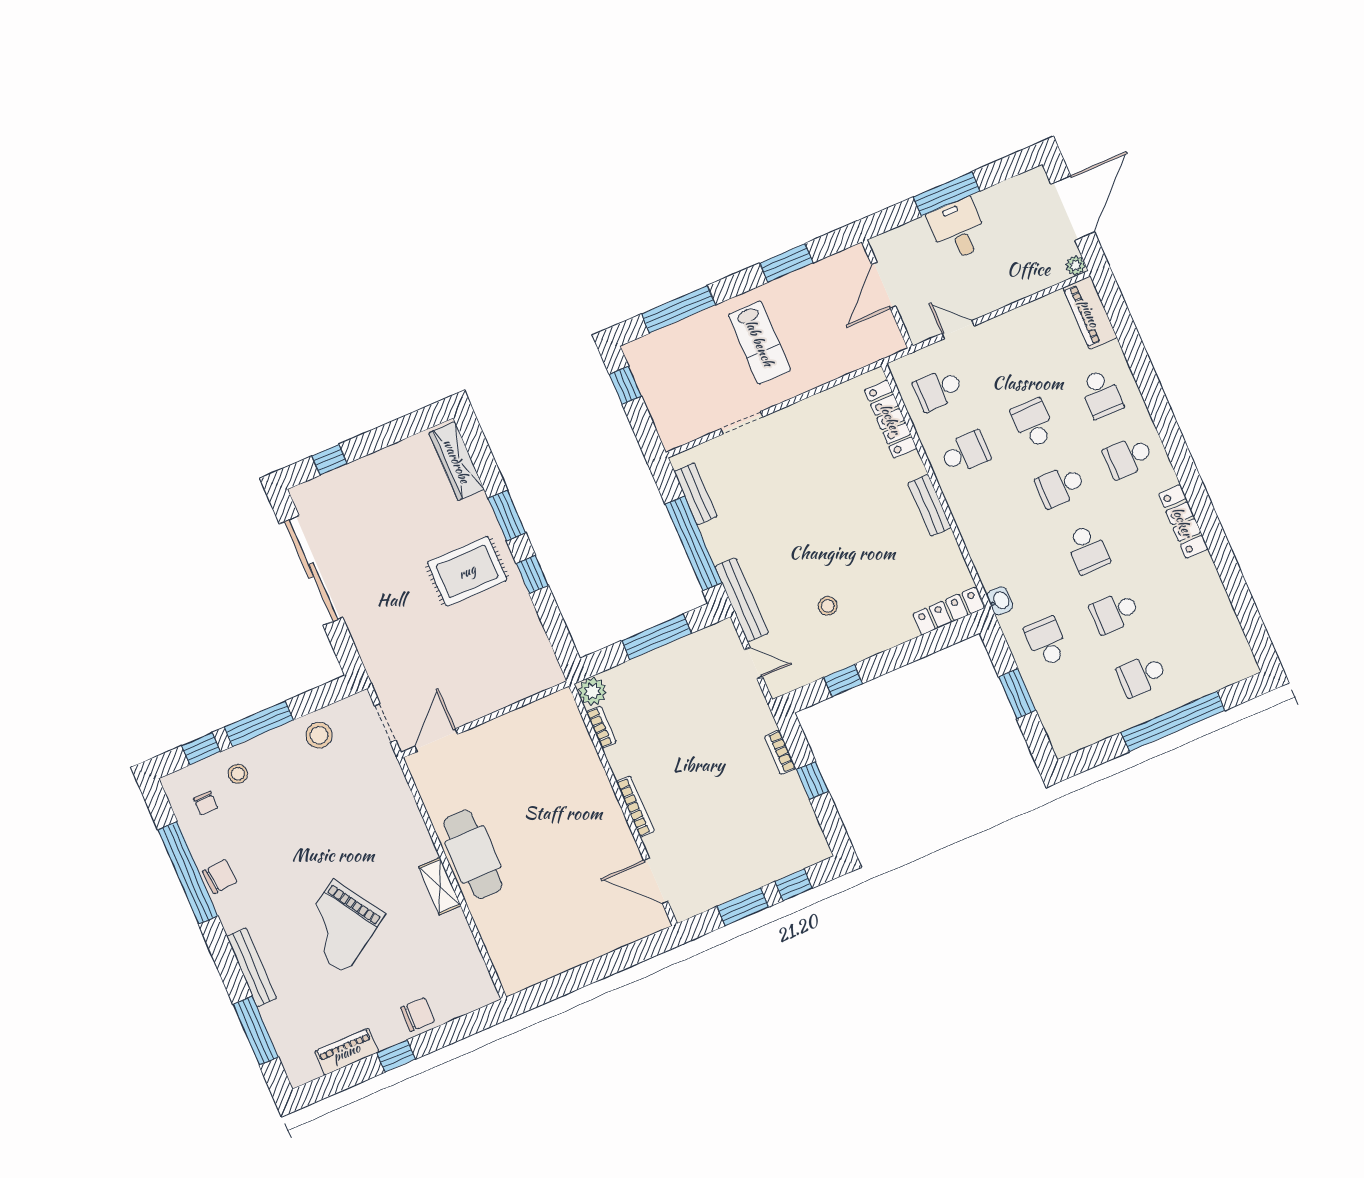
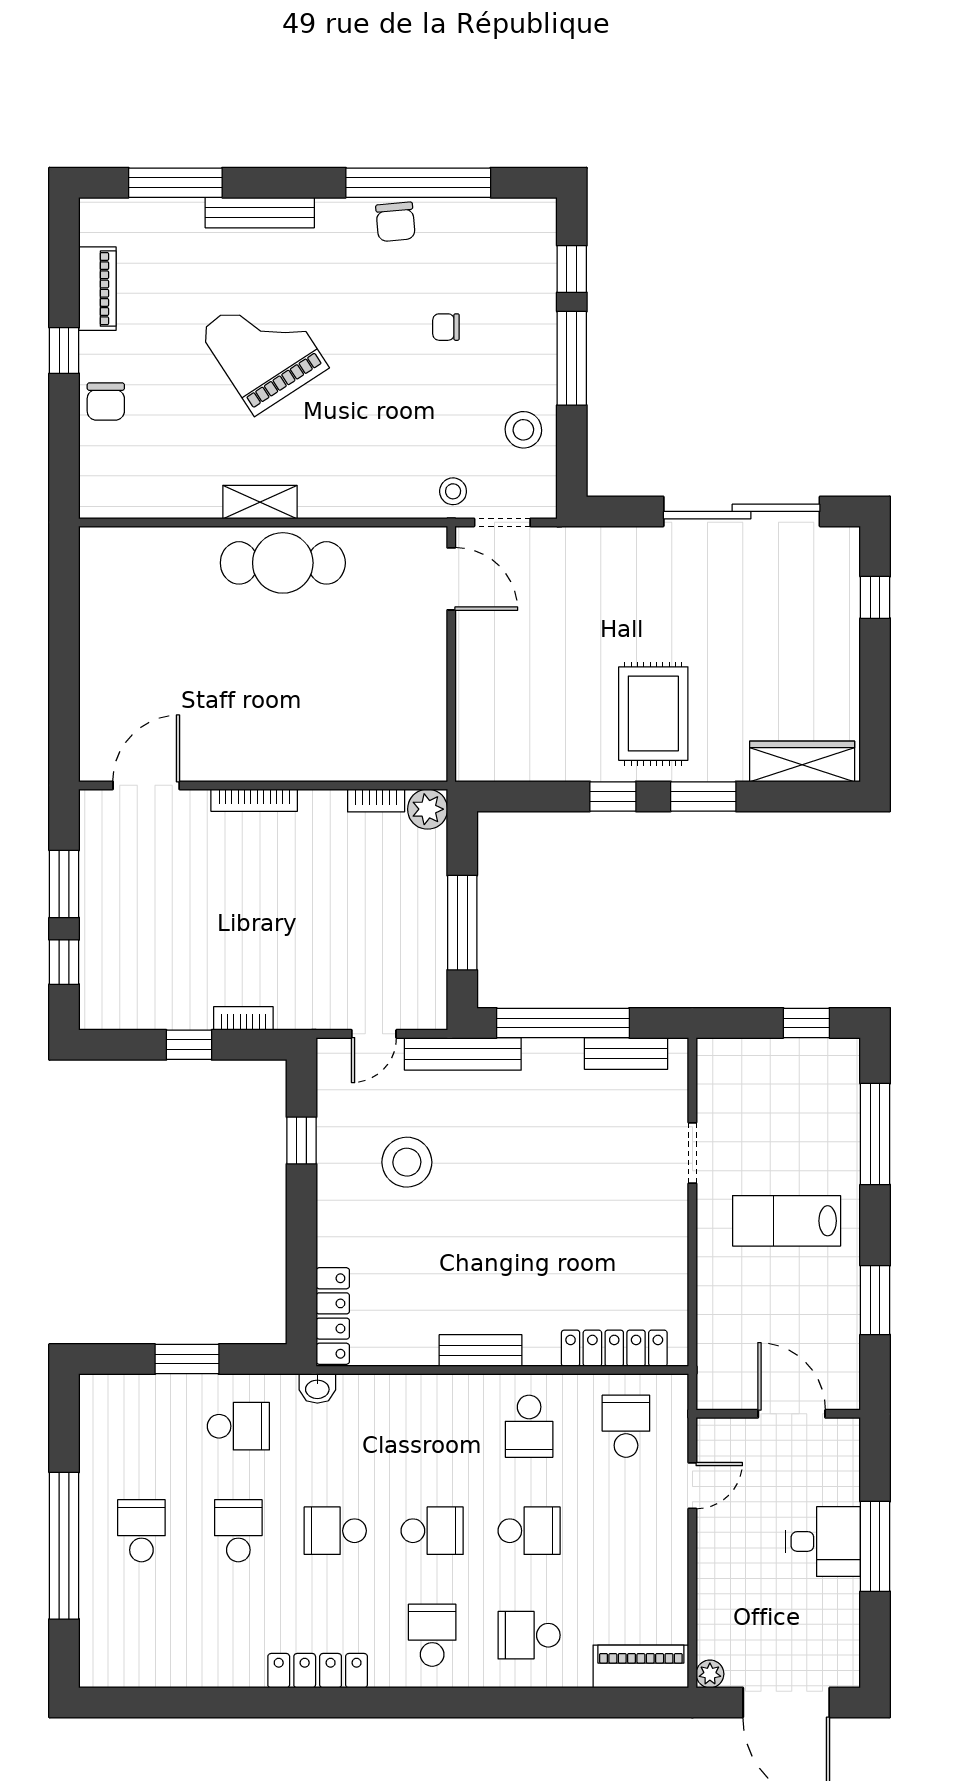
school desk: (1060, 486) -> (432, 1531), turned 90
stool: (828, 606) -> (407, 1162), width x1.89, depth x1.89
stool: (238, 774) -> (453, 491), moved
chair: (206, 803) -> (446, 327), moved

